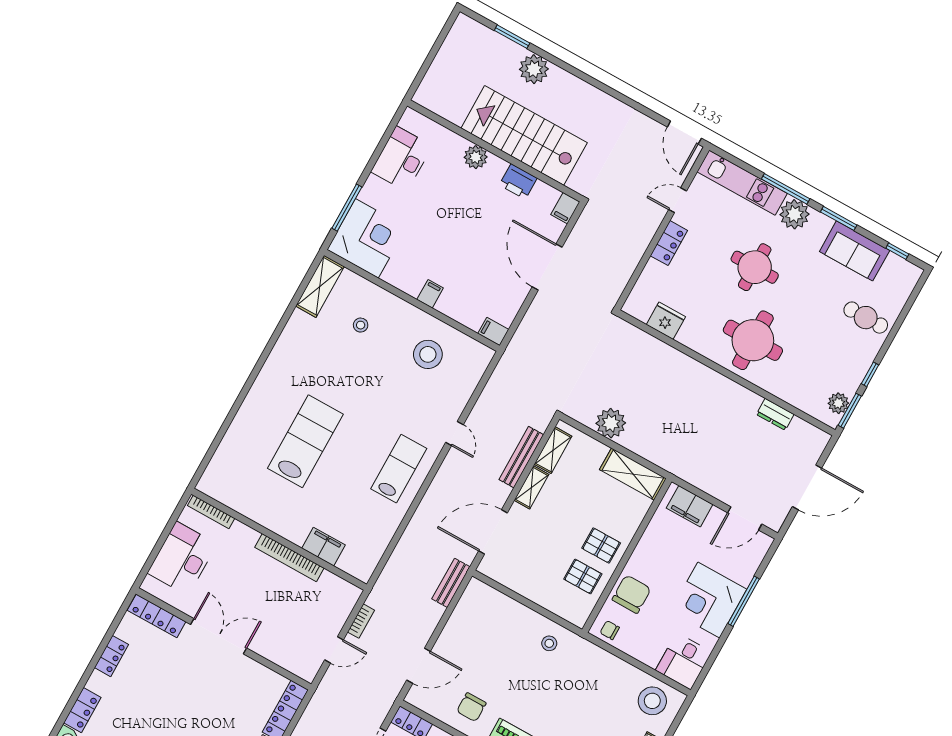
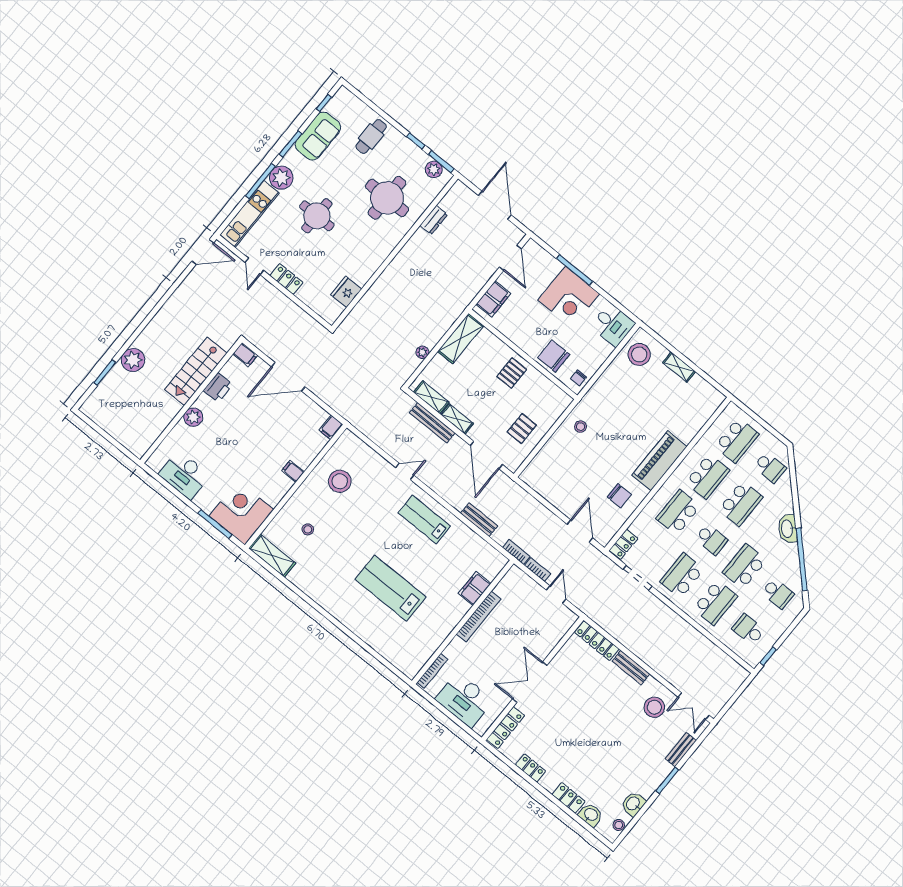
stairs: (524, 135) -> (196, 371), width x0.73, depth x0.66
round table: (753, 340) -> (387, 198), moved
plant: (611, 423) -> (422, 352), width x0.53, depth x0.53
pallet: (583, 576) -> (522, 429), moved
bench: (451, 583) -> (479, 520), moved
bookcase: (378, 591) -> (516, 552), added

